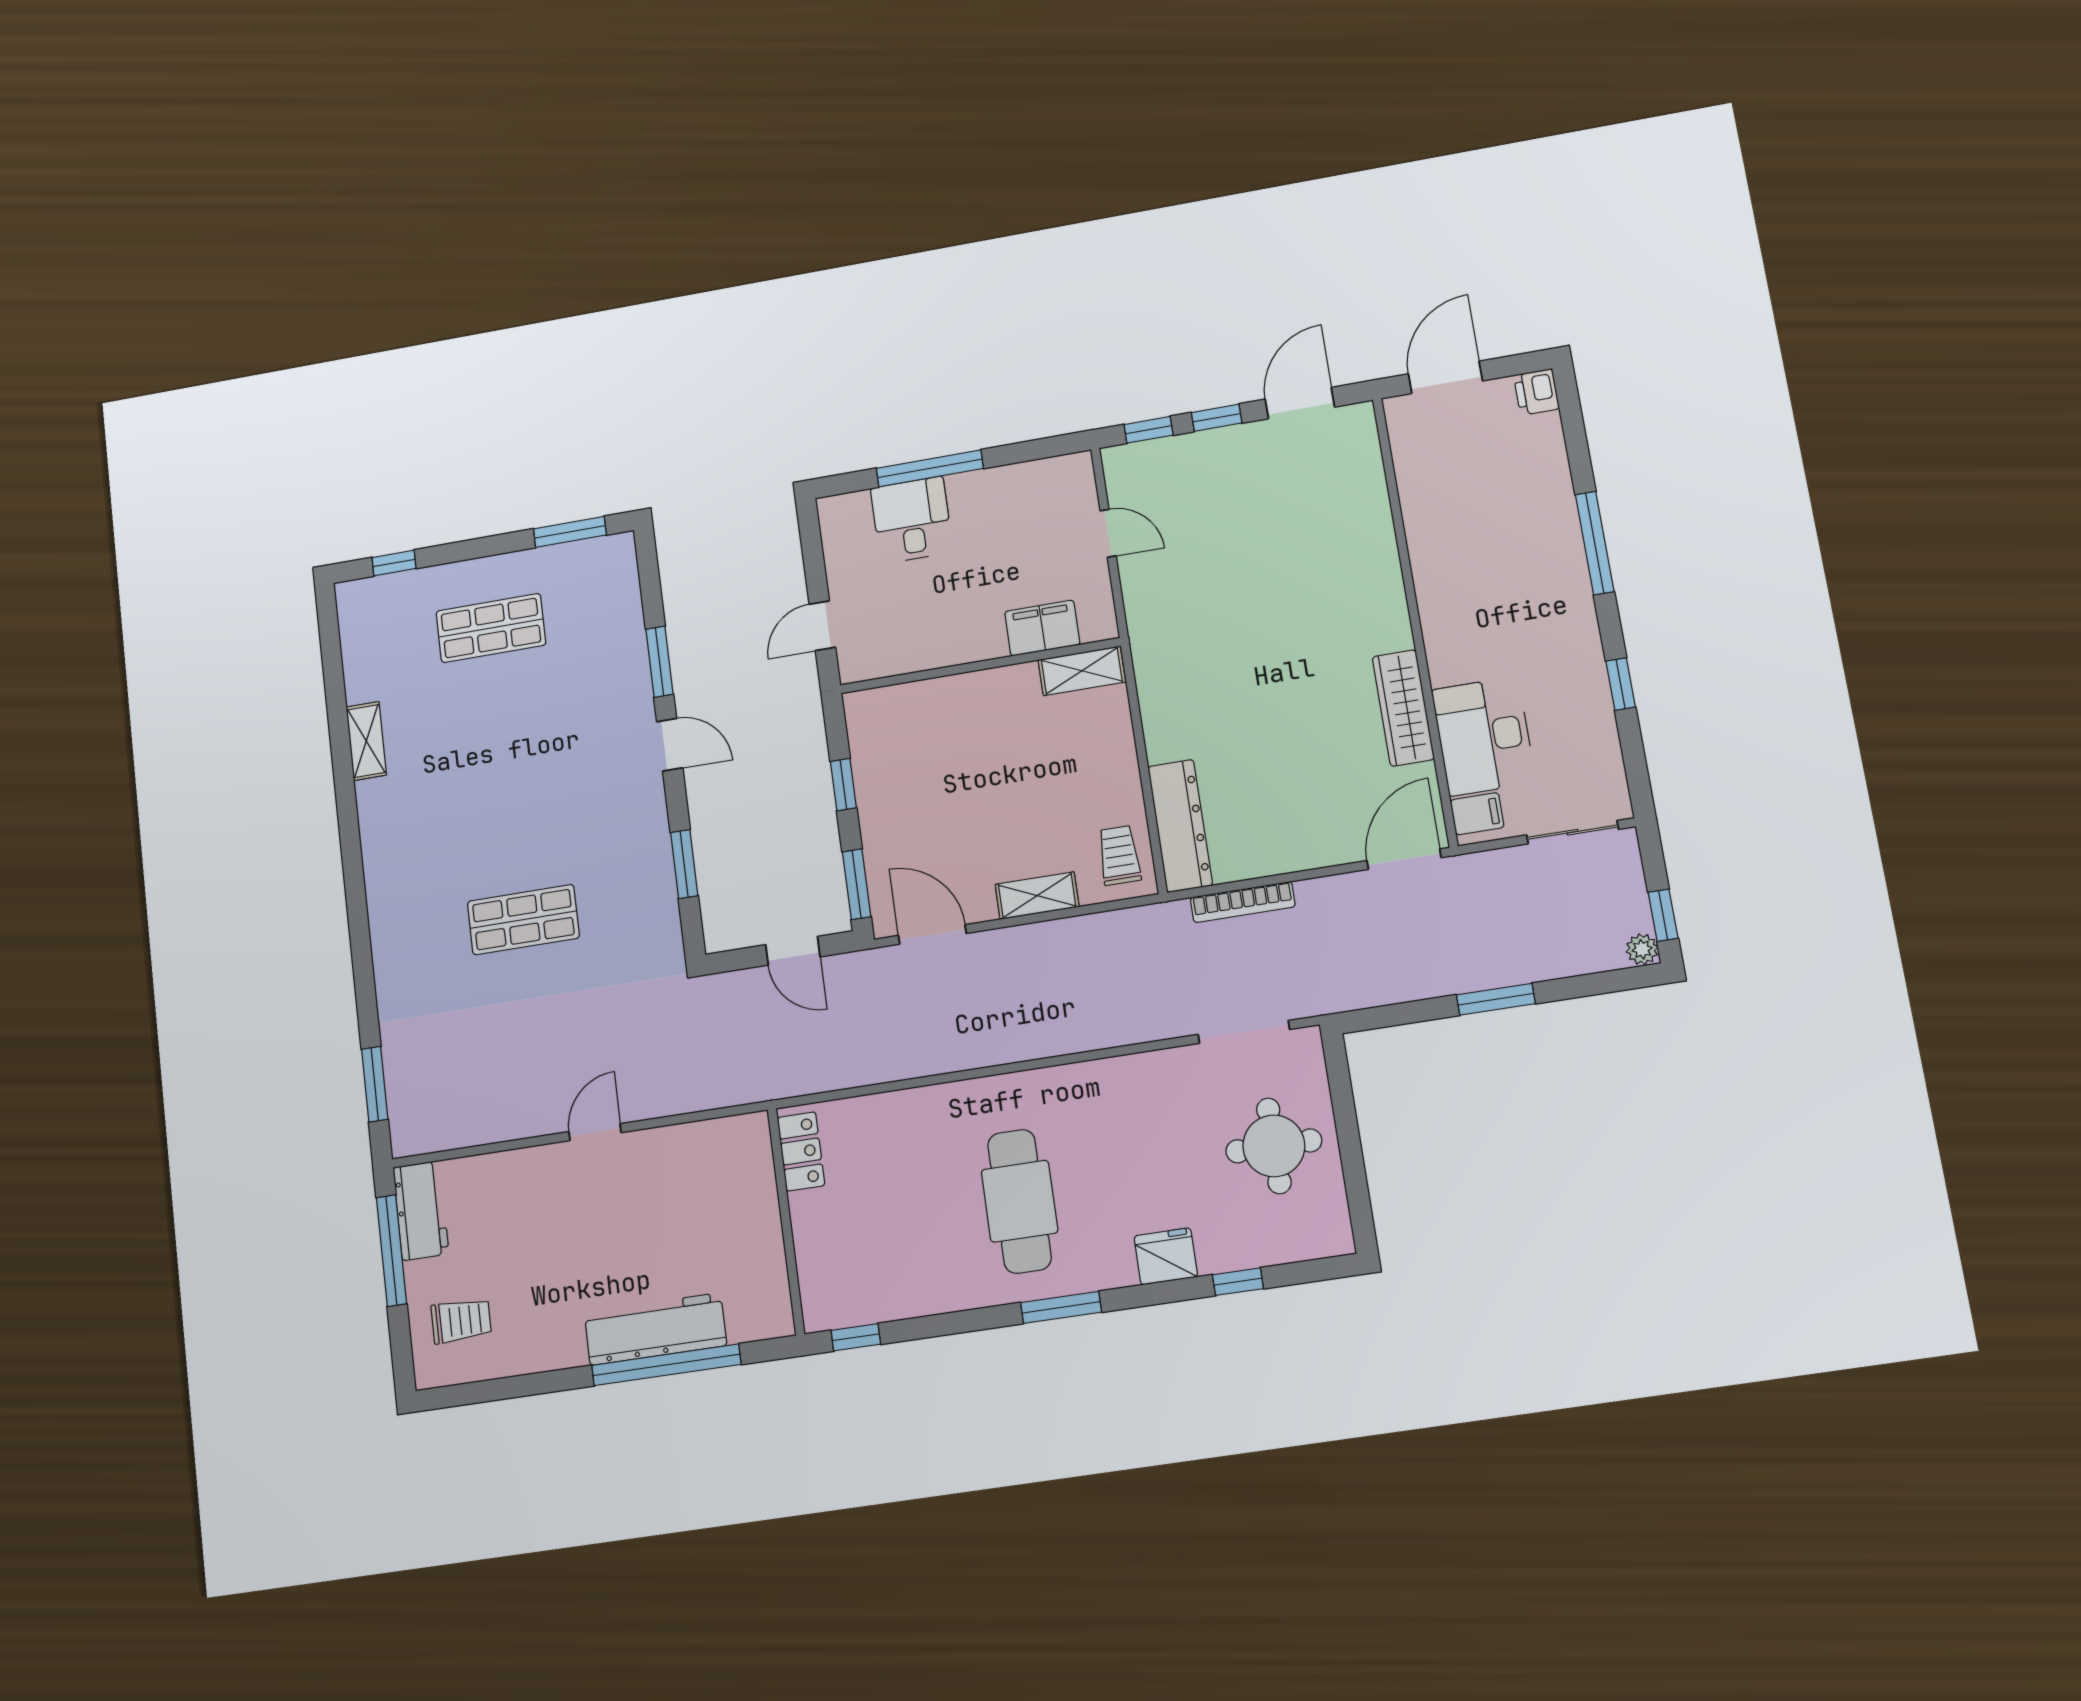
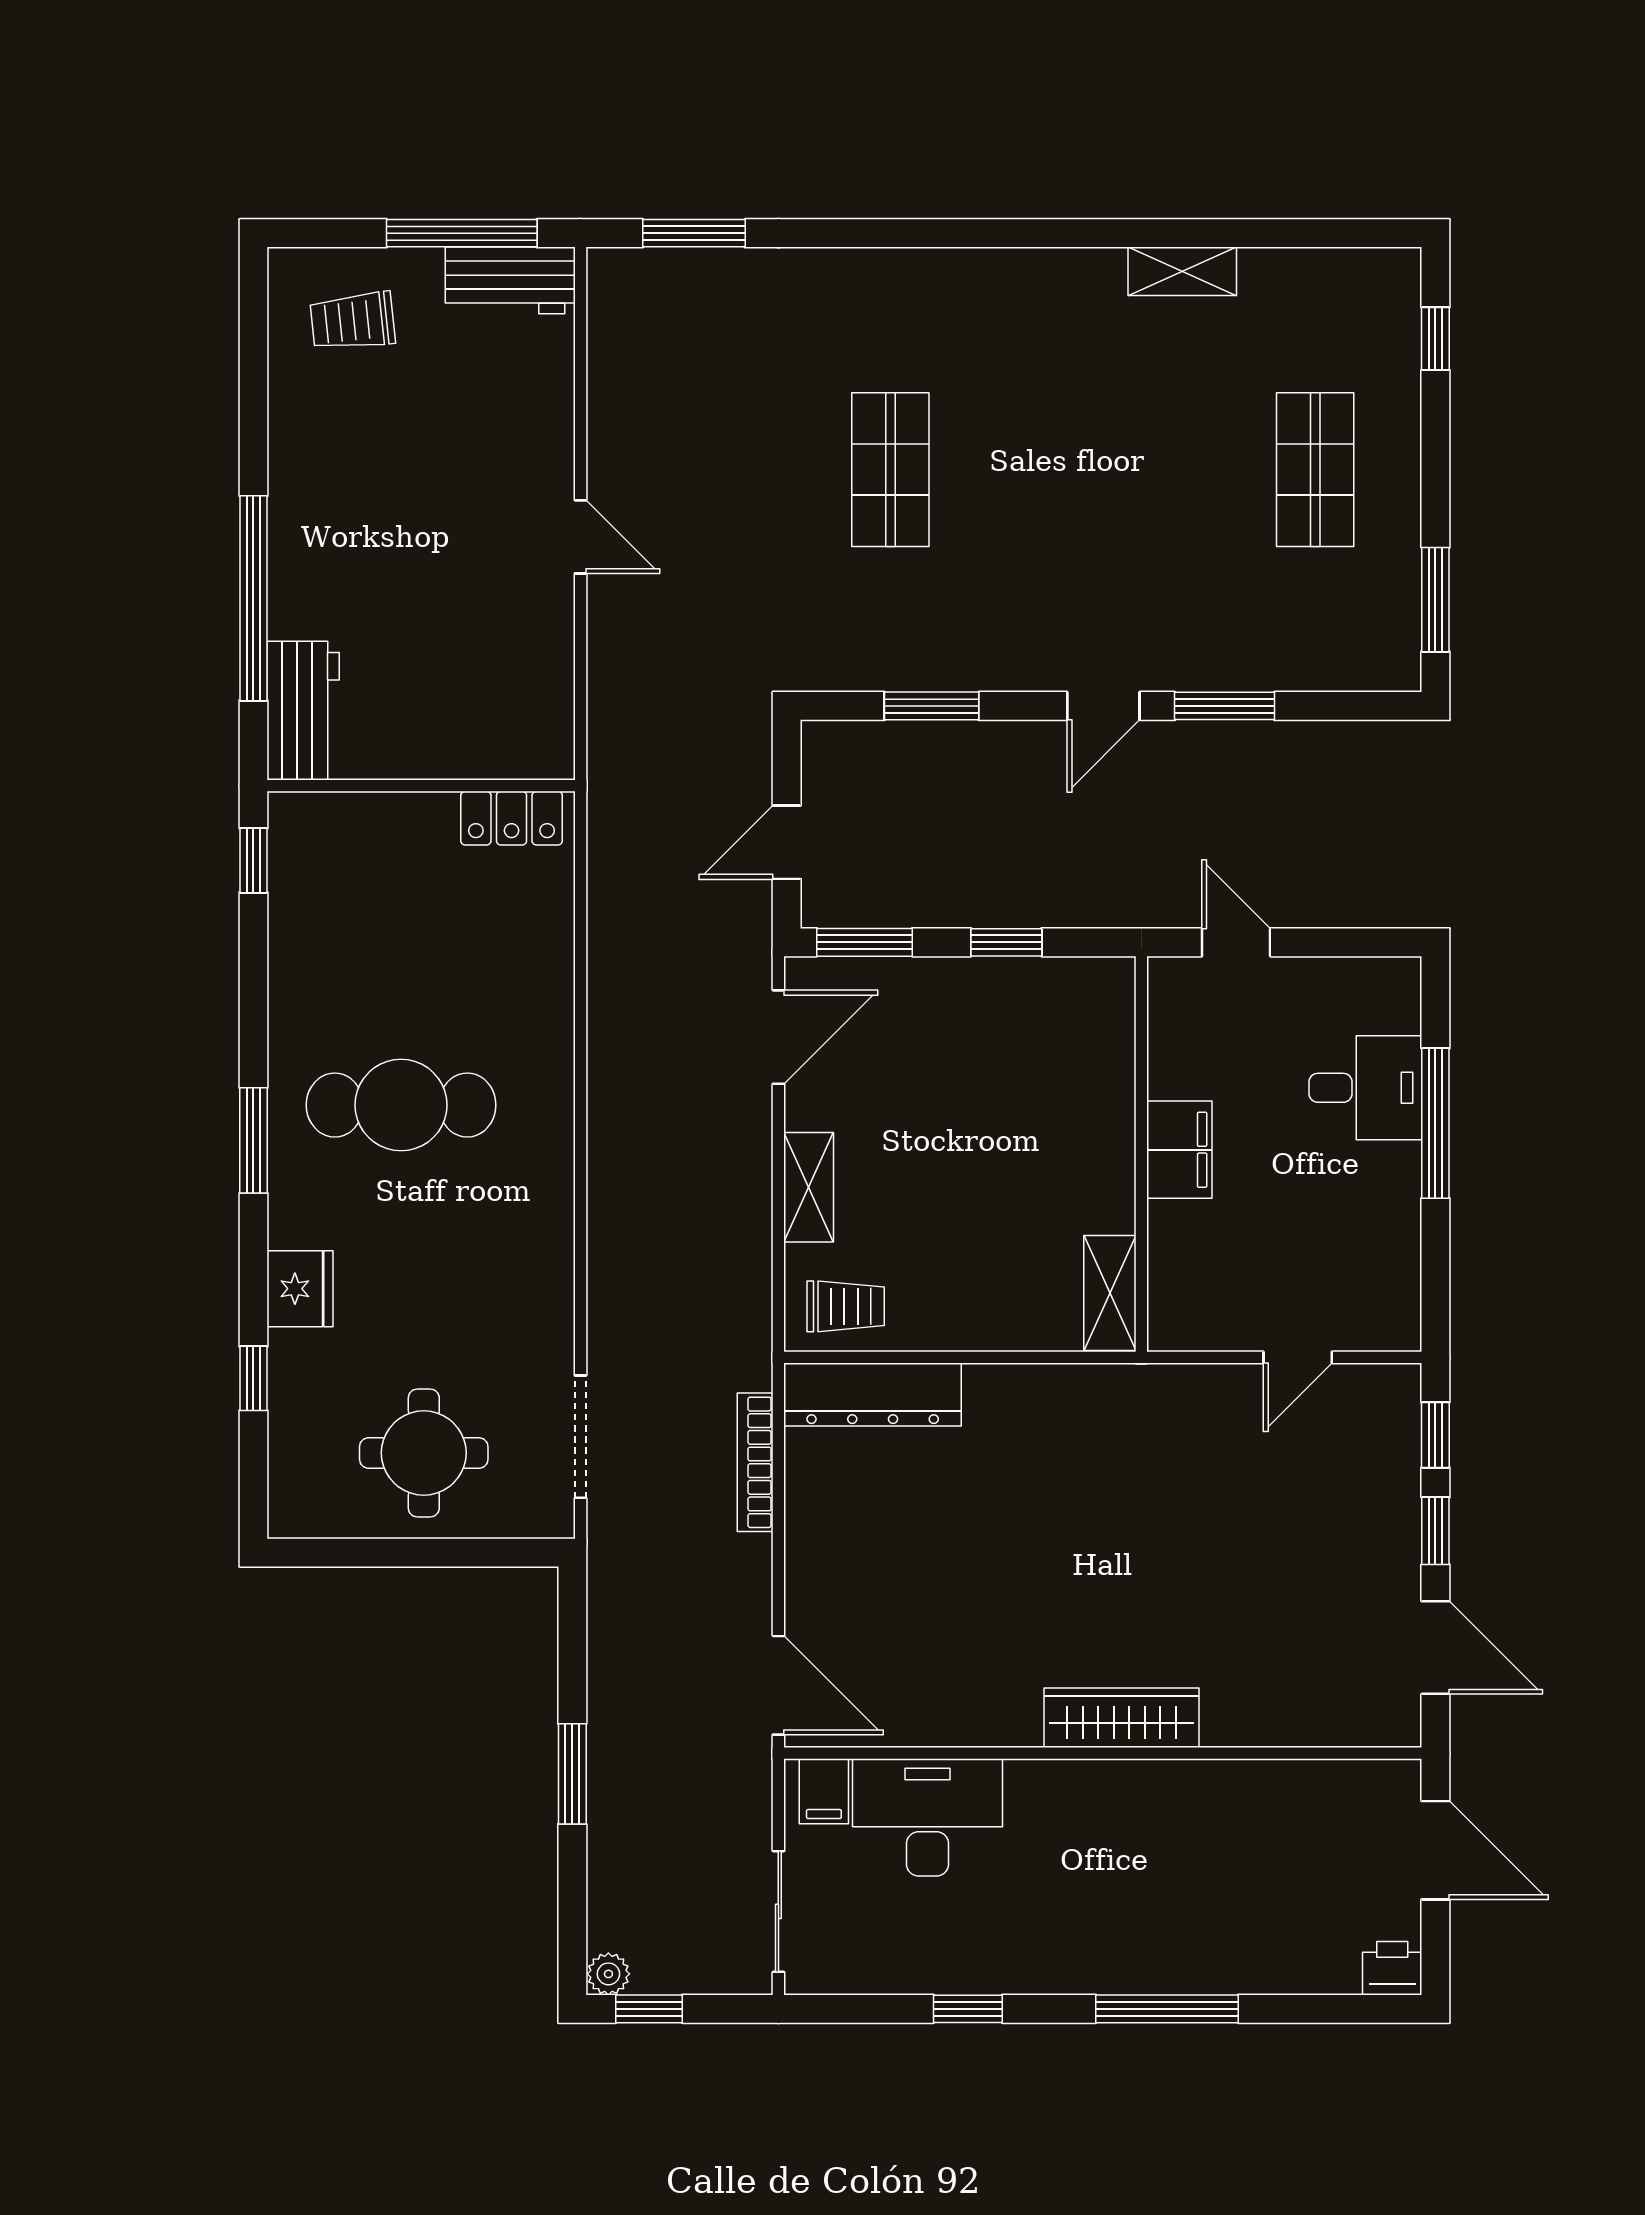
filing cabinet: (1042, 628) -> (1179, 1150), moved
wardrobe: (1403, 708) -> (1121, 1718), moved
trolley: (461, 1321) -> (353, 321), turned 84
workbench: (655, 1329) -> (303, 711), moved, width x0.73

